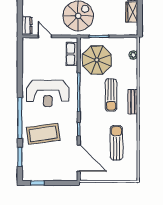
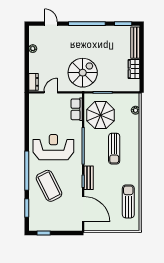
door: (45, 36) -> (51, 92), hinge flipped
reception desk: (48, 93) -> (53, 147), turned 180
bench: (133, 102) -> (89, 178), moved
coffee table: (43, 134) -> (49, 186), turned 71
sun lounger: (116, 143) -> (128, 201), moved

